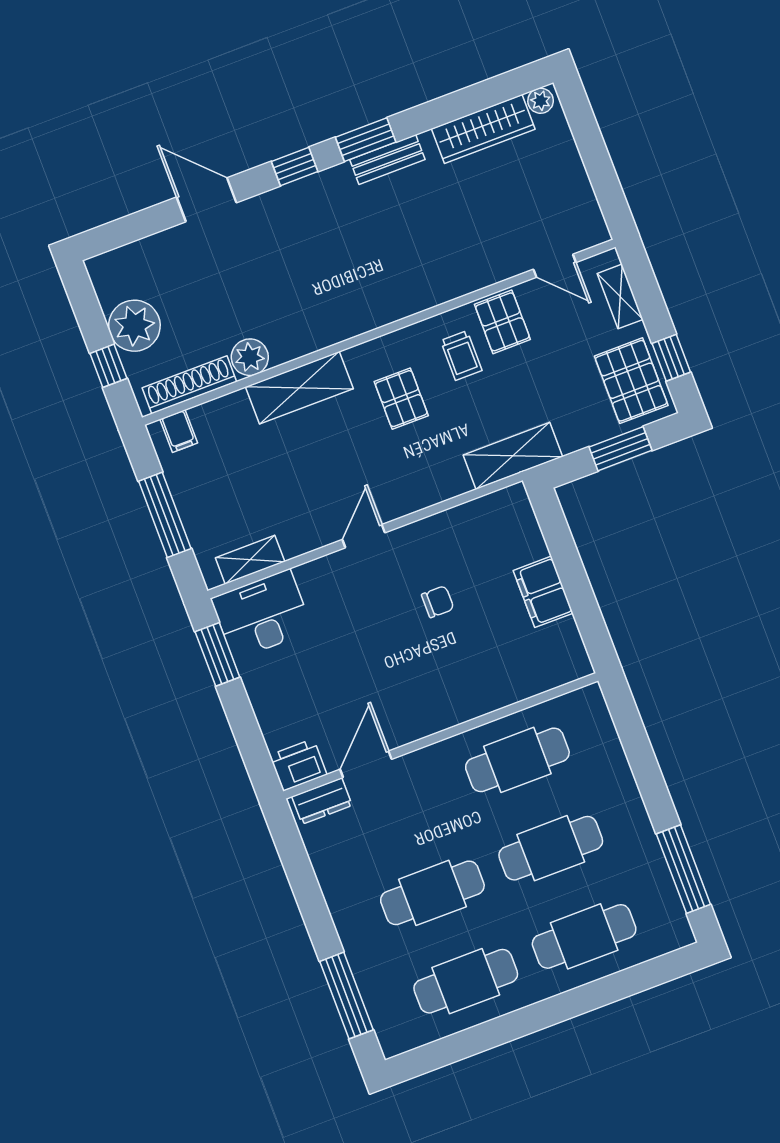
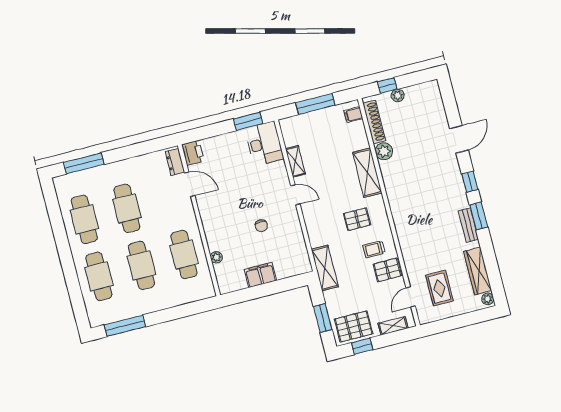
rug: (529, 206) -> (439, 288), added
plant: (134, 326) -> (398, 96), width x0.53, depth x0.53
shelving: (250, 560) -> (295, 161), moved
plant: (516, 690) -> (216, 257), added

